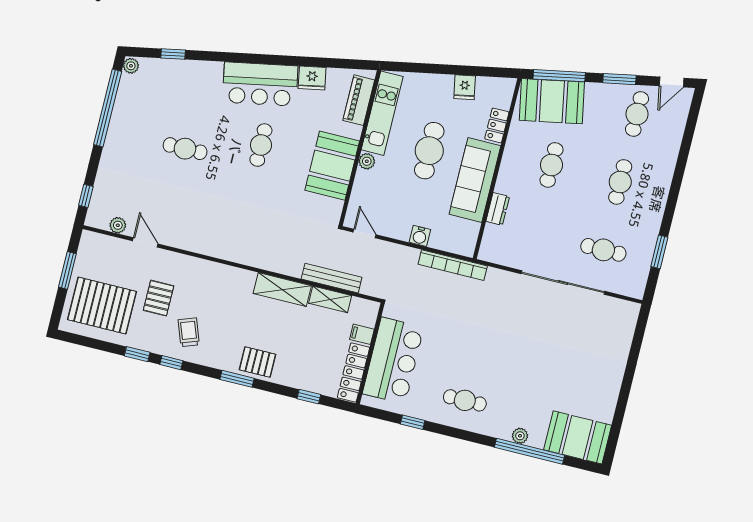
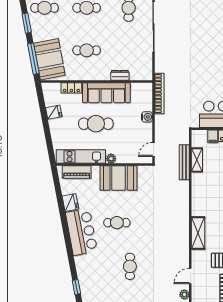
shelving: (282, 290) -> (198, 233), moved

